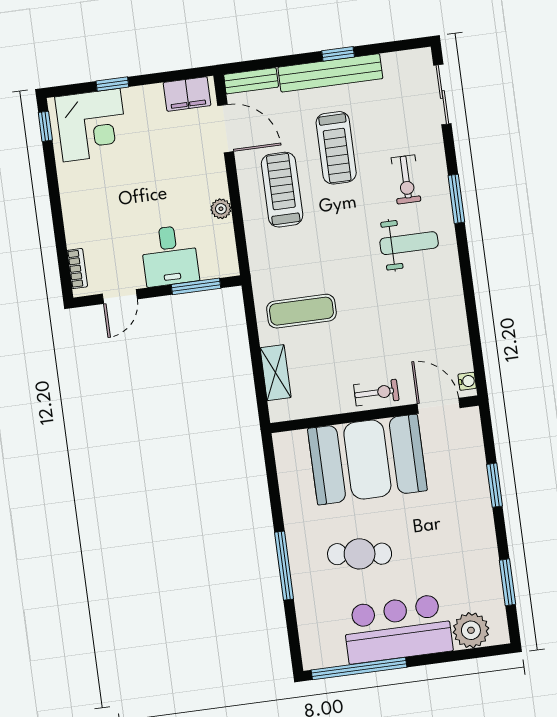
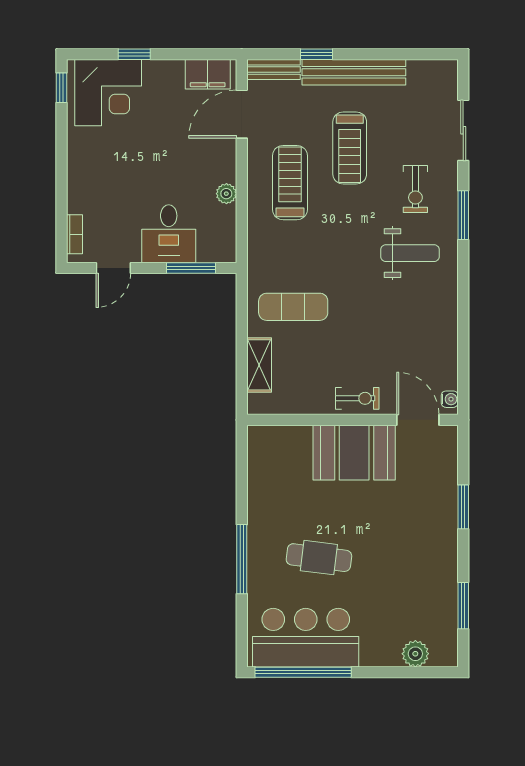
window: (338, 54) -> (317, 54), moved
sliding door: (442, 95) -> (463, 130), moved
door: (226, 129) -> (242, 114), swing flipped
booth: (367, 460) -> (354, 453), width x0.73, depth x0.70
bar counter: (398, 629) -> (306, 638), moved
plant: (471, 630) -> (415, 654), width x0.73, depth x0.73

